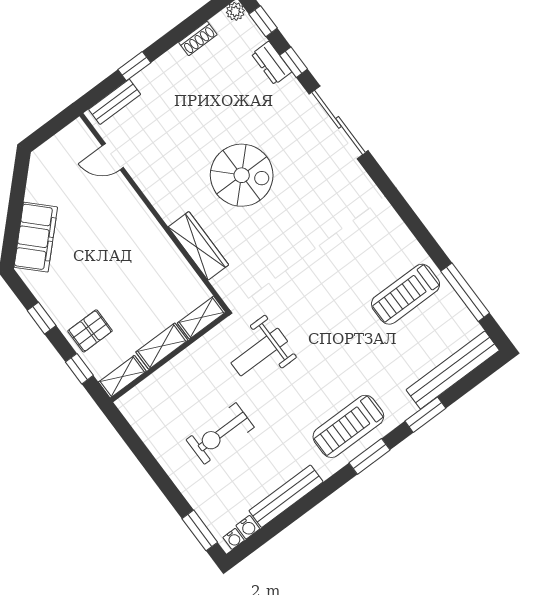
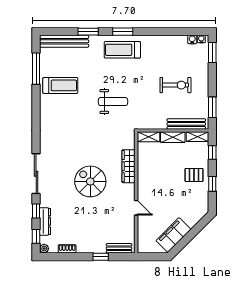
dresser: (272, 63) -> (45, 221), width x1.44
door: (113, 157) -> (136, 208), moved
filing cabinet: (36, 237) -> (173, 235), moved
pallet: (90, 331) -> (194, 175), moved
weight bench: (259, 352) -> (113, 102), moved
treadmill: (348, 426) -> (122, 50), turned 180
window: (134, 442) -> (212, 107), added
bench: (286, 496) -> (186, 124), moved

